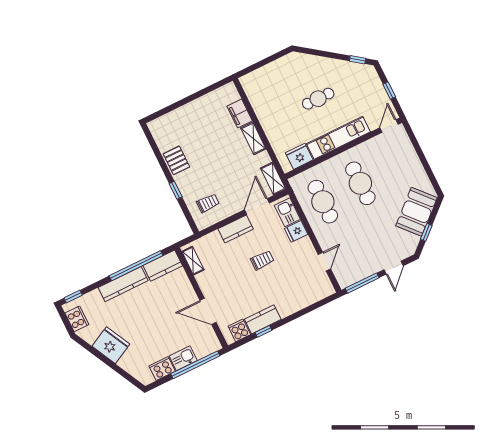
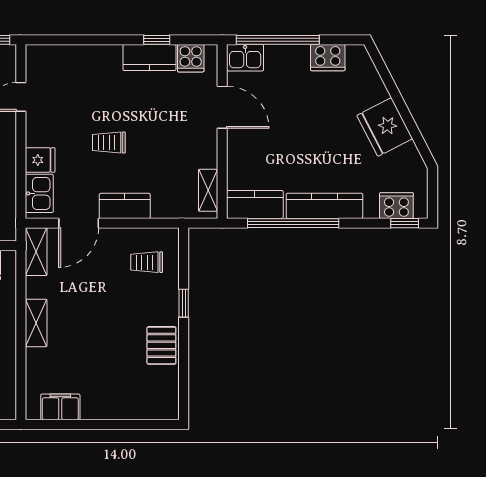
filing cabinet: (240, 114) -> (60, 407), moved, turned -90
cooker: (77, 319) -> (396, 206), moved, turned 90
kitchen sink: (183, 358) -> (245, 58), moved

